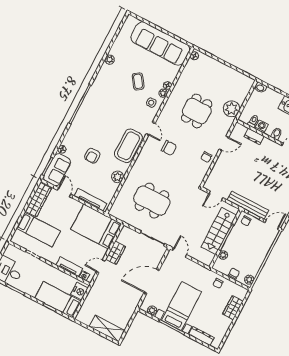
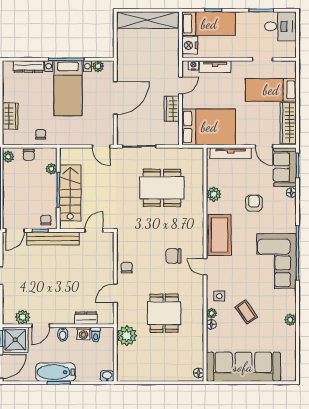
corner sofa: (98, 106) -> (277, 261), added
shelving: (107, 329) -> (147, 20), width x1.47

